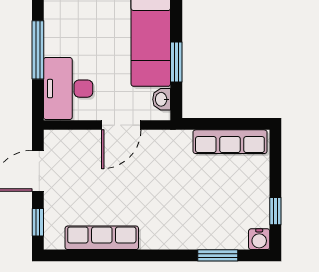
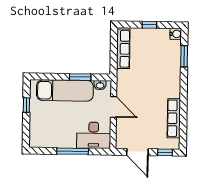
window: (275, 211) -> (149, 25), moved

